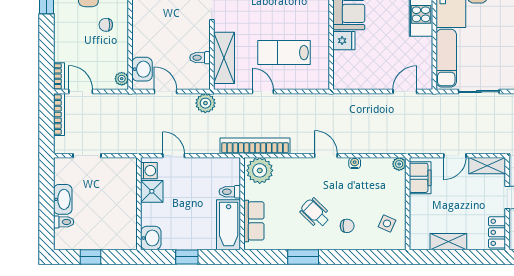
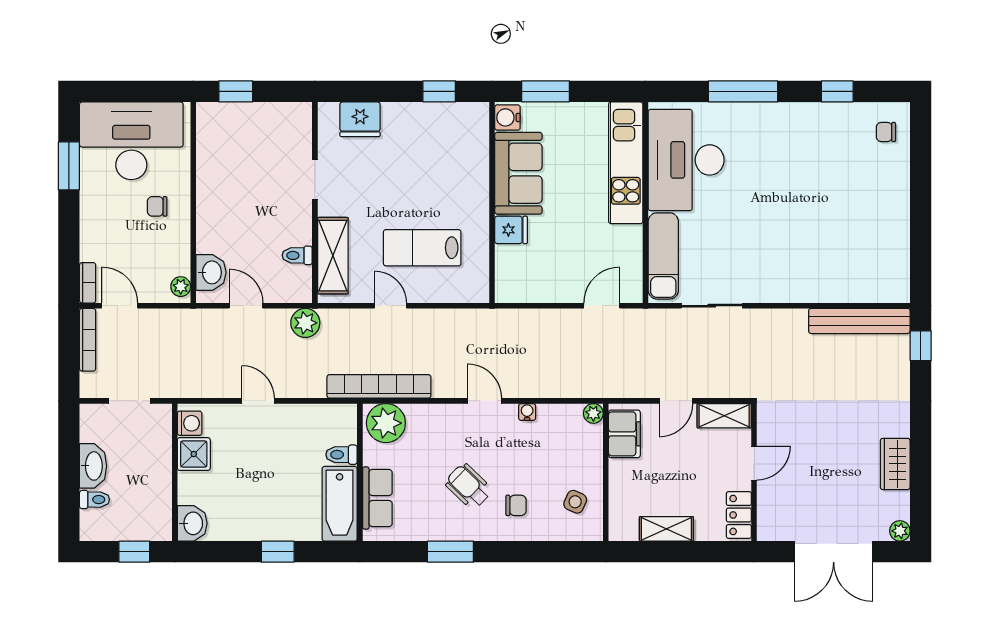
washing machine: (149, 171) -> (190, 423), moved
shower: (152, 191) -> (194, 454), moved
wall: (139, 204) -> (175, 472), moved
washbasin: (151, 238) -> (192, 523), moved

